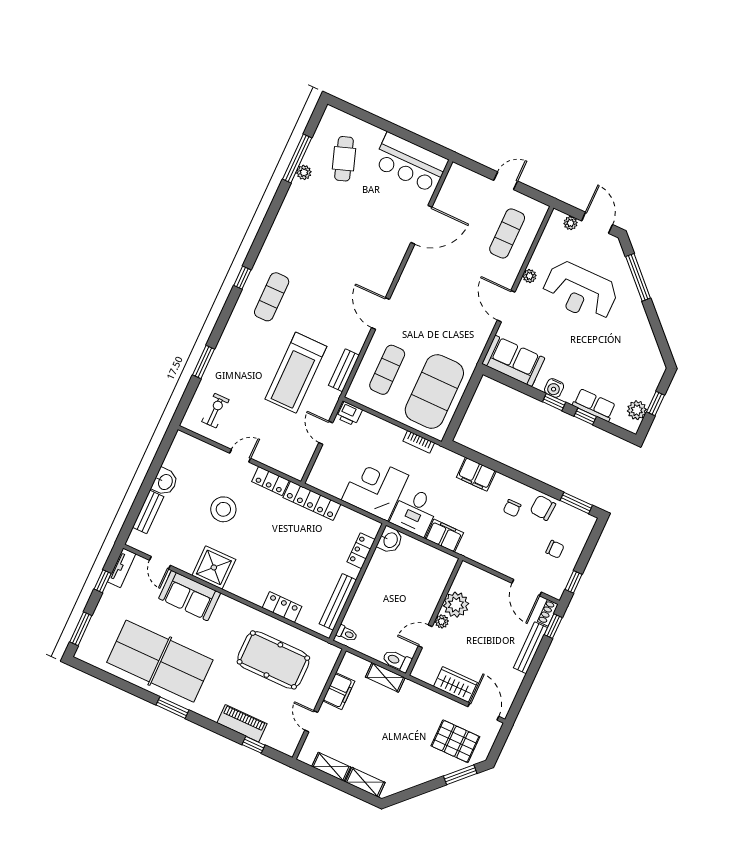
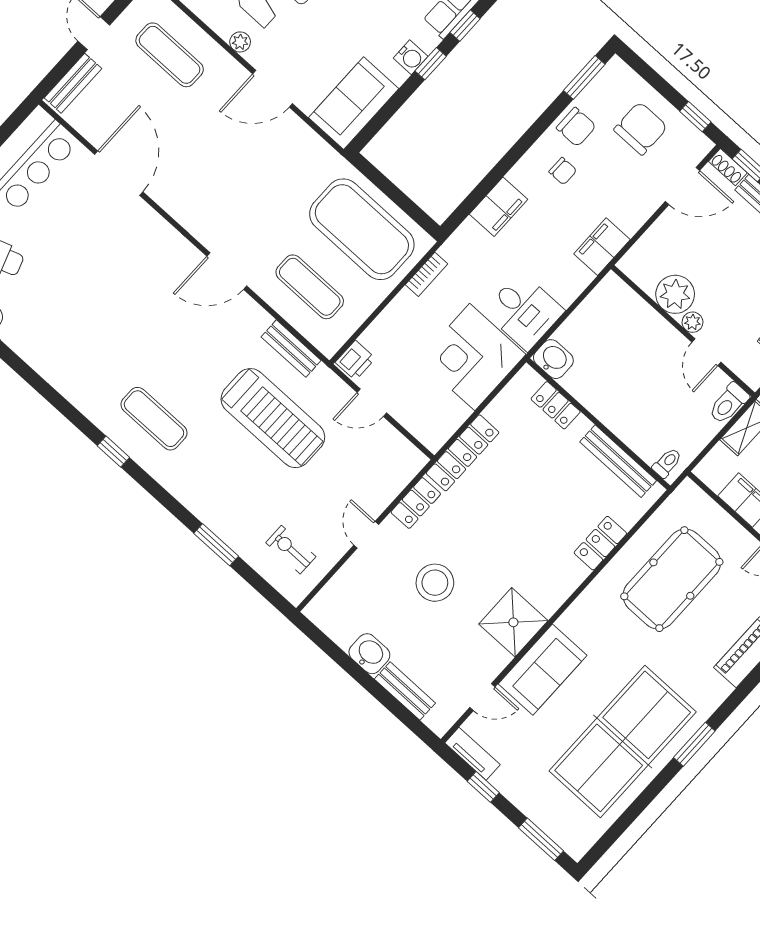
bench: (470, 178) -> (73, 83), added
chair: (543, 508) -> (576, 127), turned -94
filing cabinet: (444, 536) -> (602, 247), moved
chair: (555, 549) -> (641, 128), width x1.87, depth x1.87

